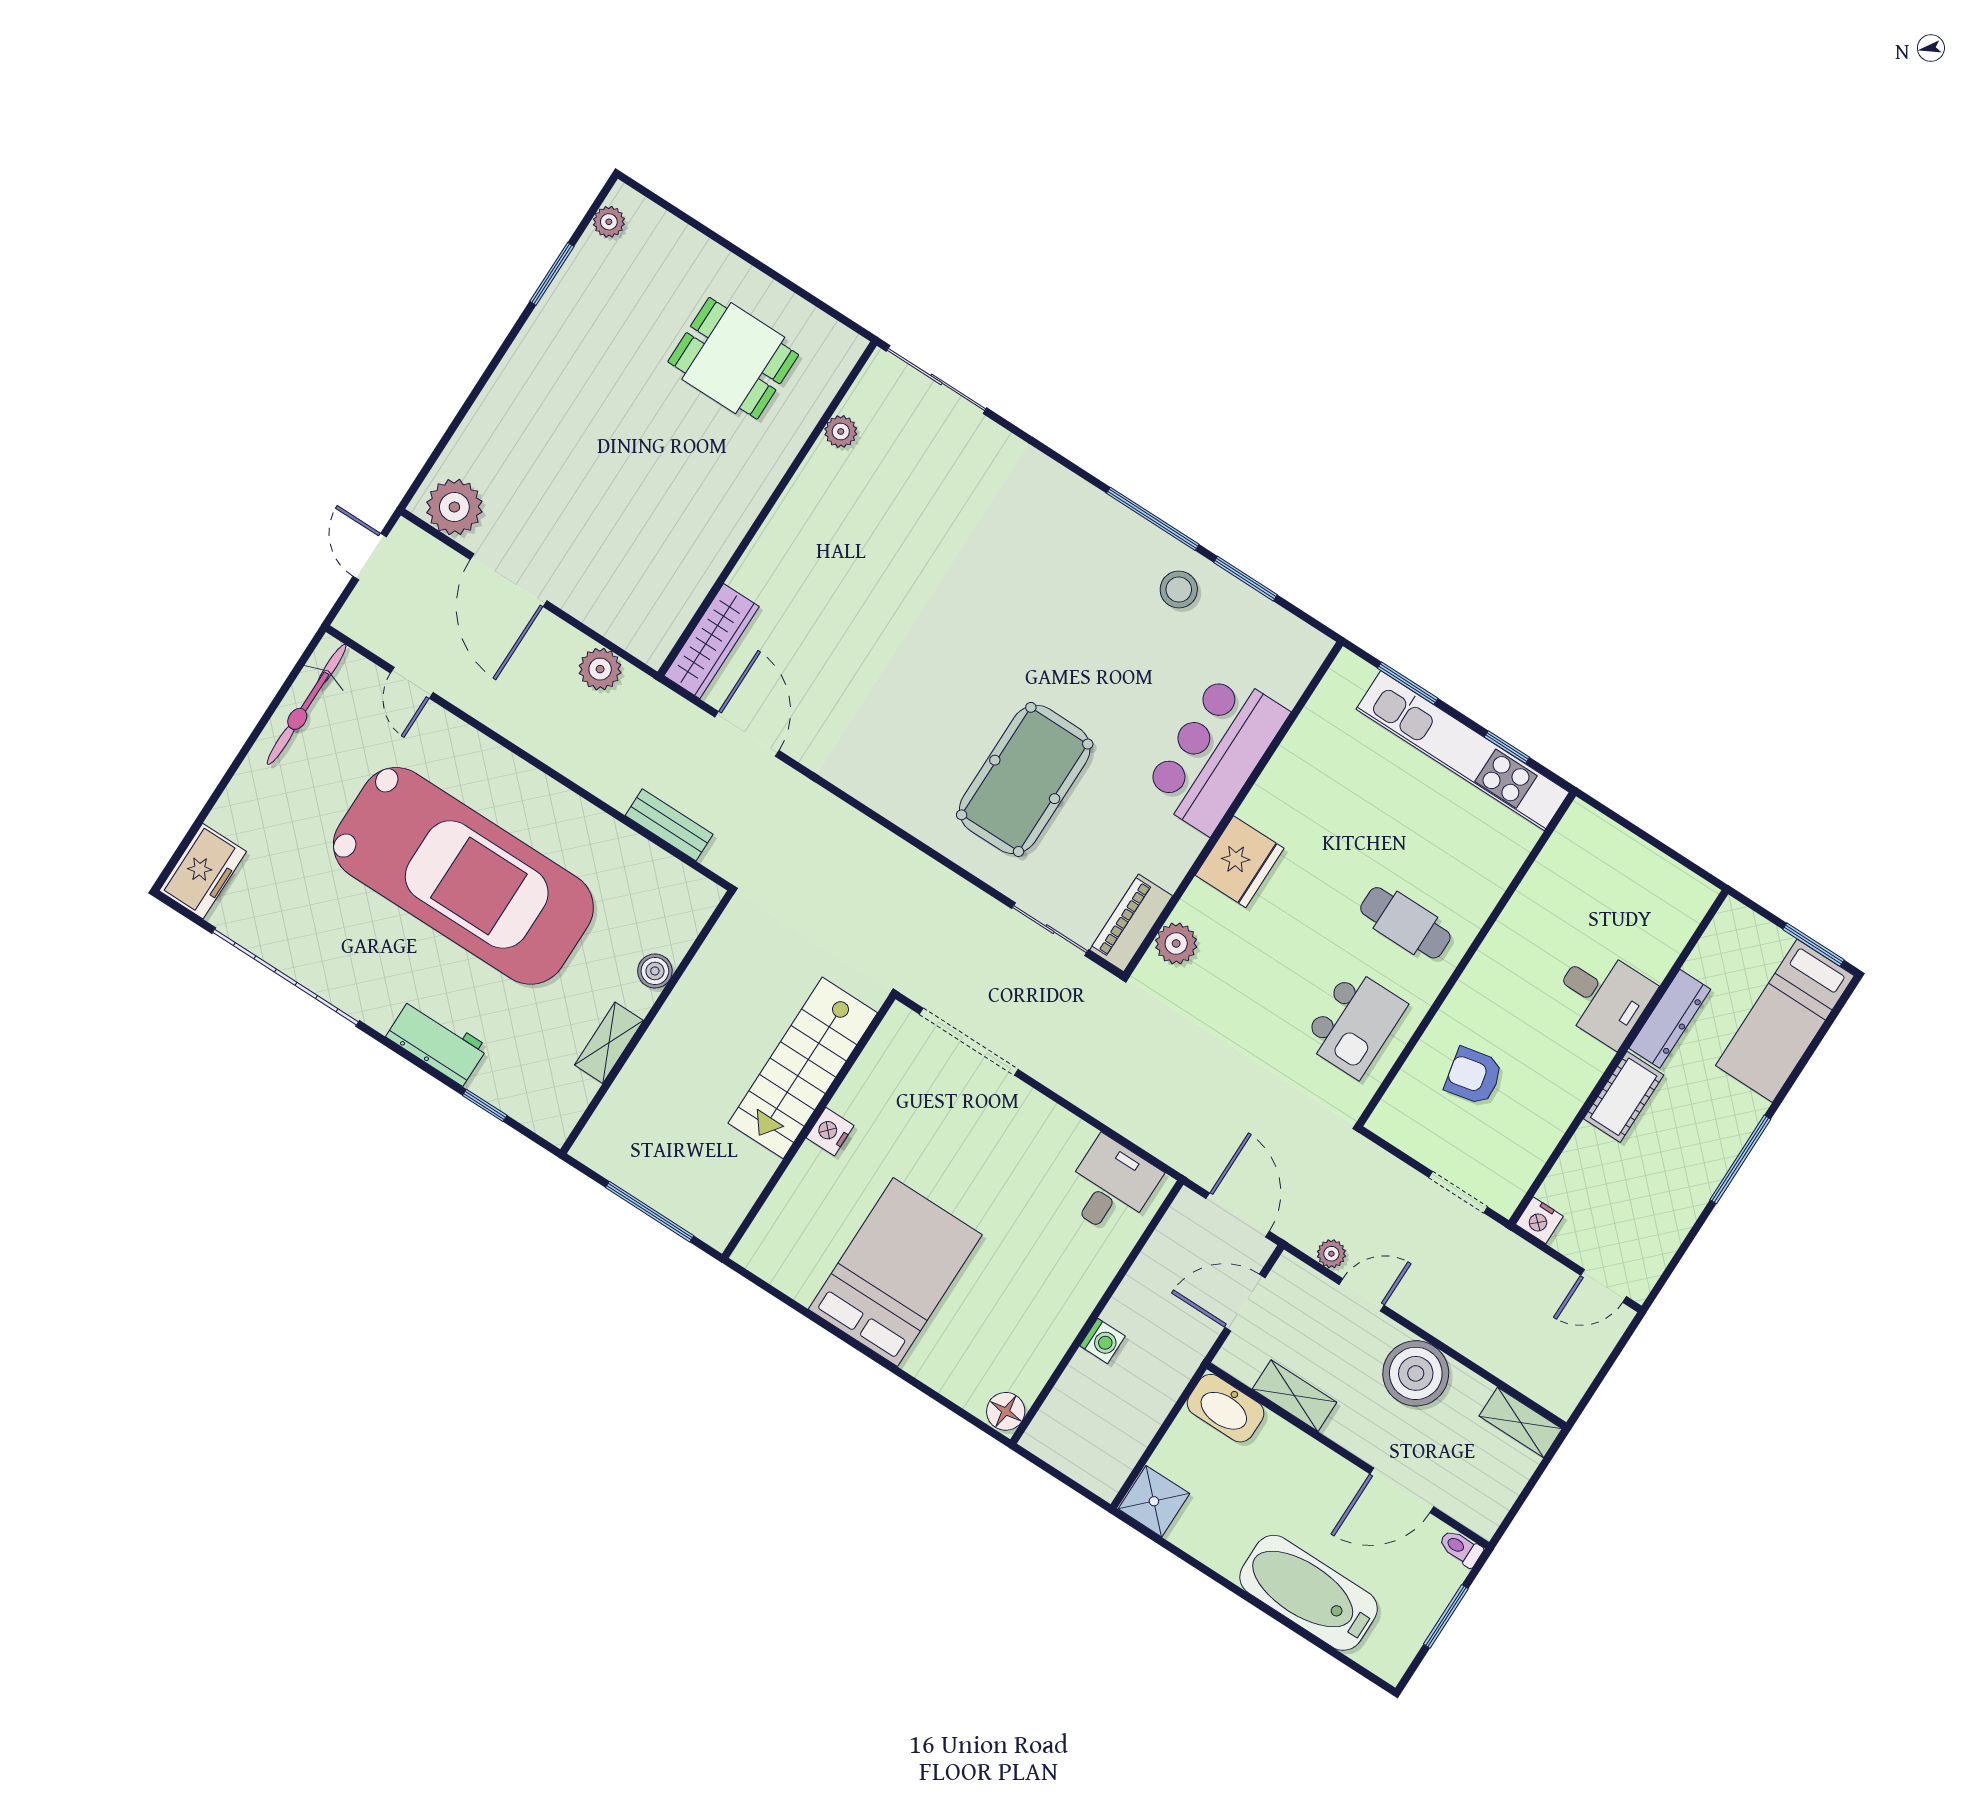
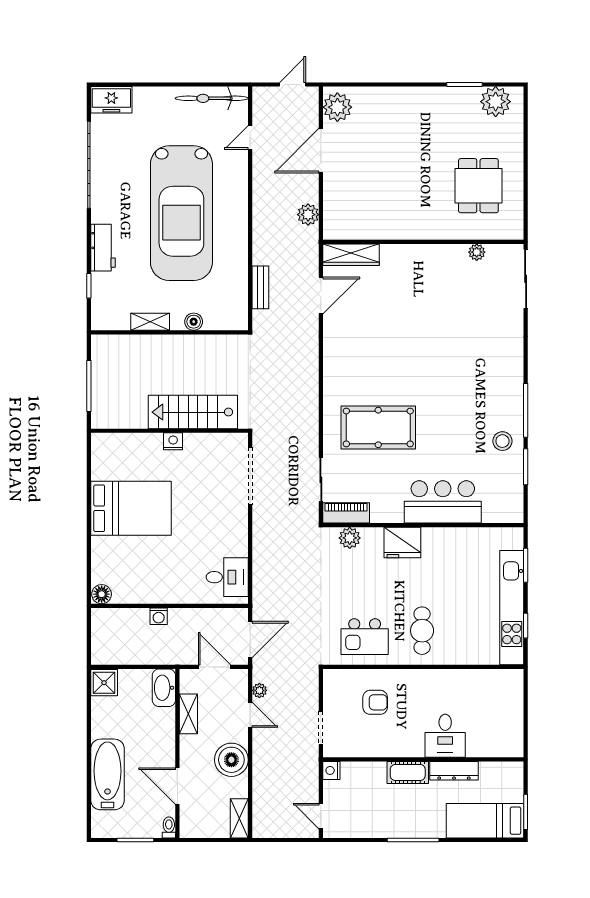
plant: (609, 222) -> (496, 102), width x1.88, depth x1.88
armchair: (1474, 1076) -> (375, 702), turned 102

